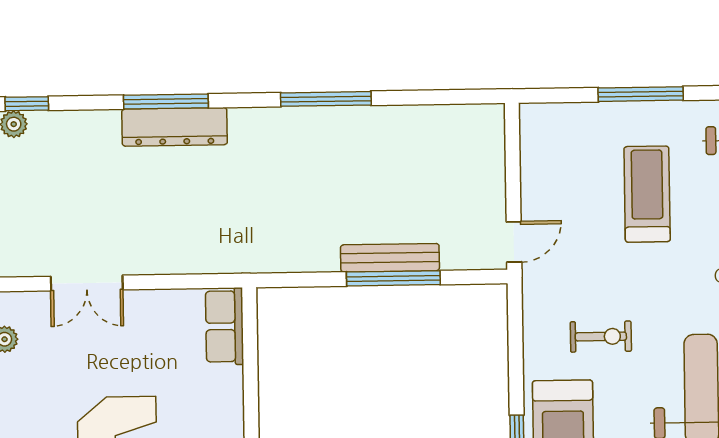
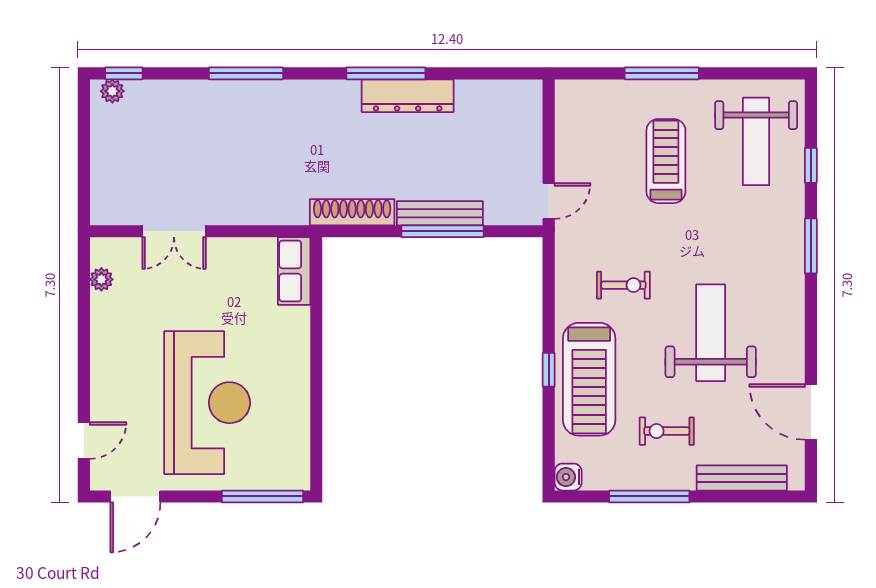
dresser: (175, 127) -> (408, 96), moved
shoe rack: (290, 258) -> (352, 212), added

